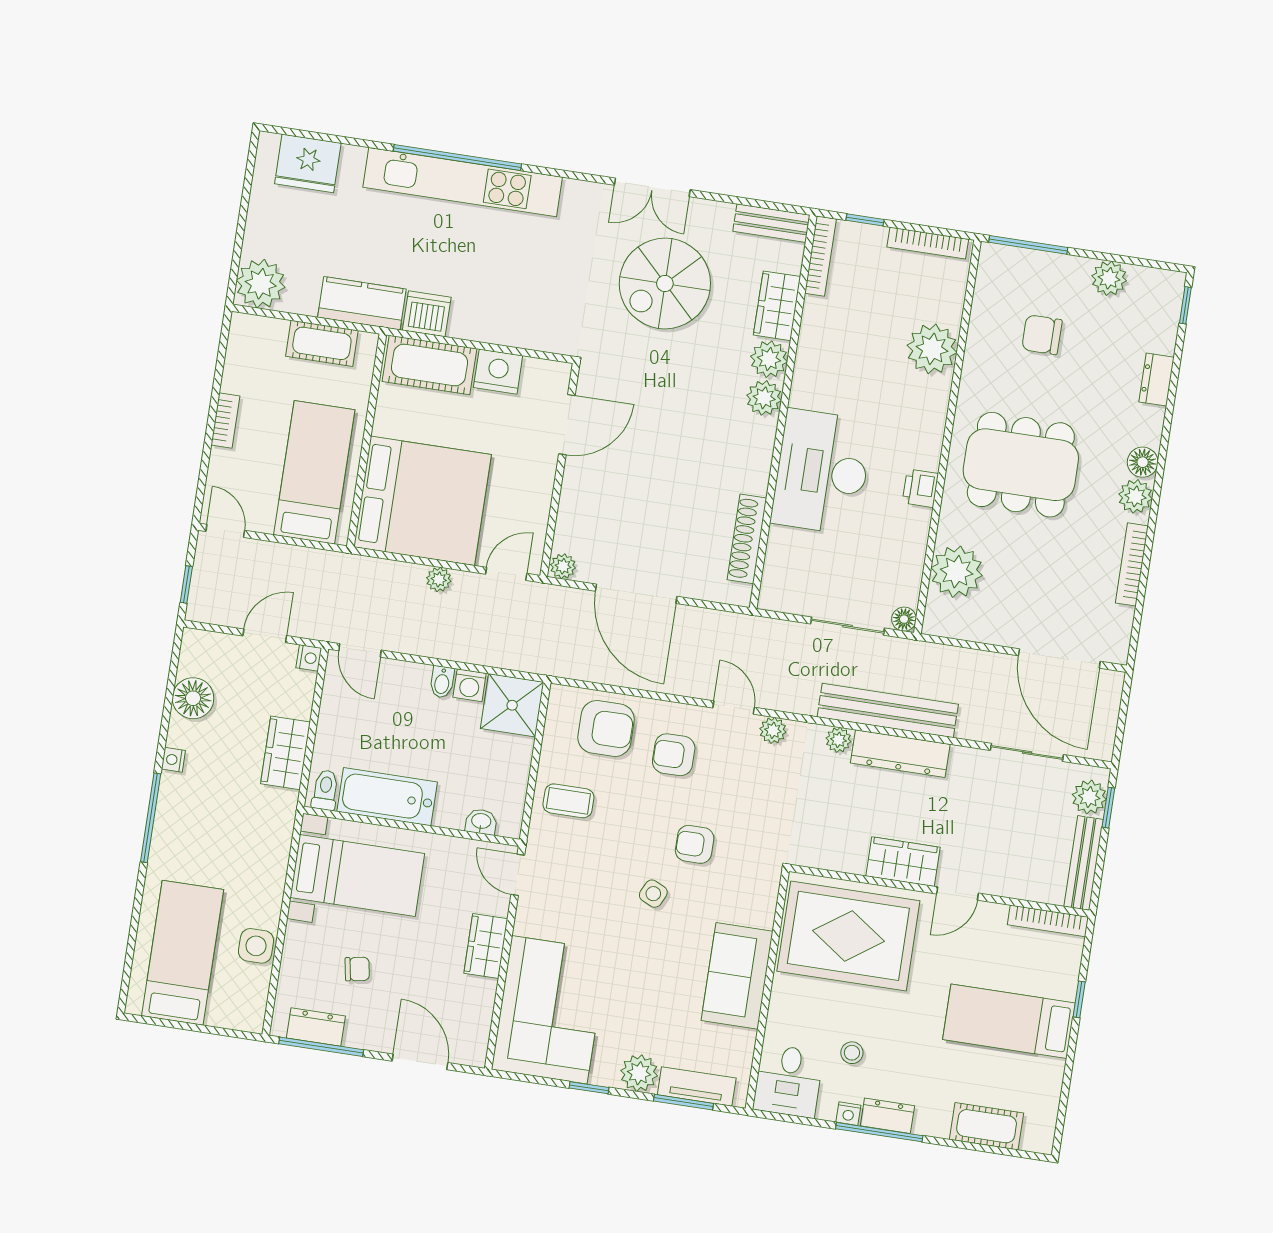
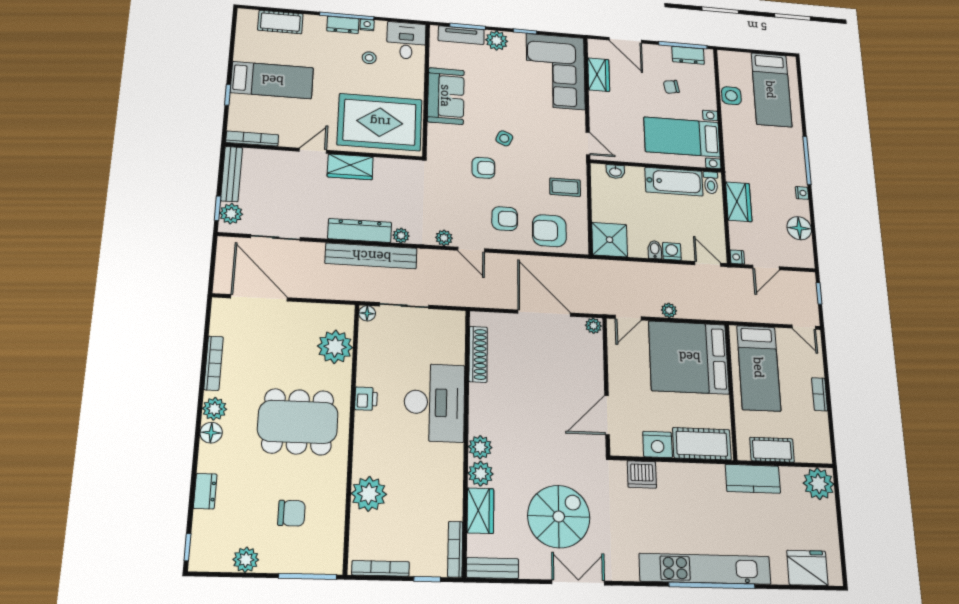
dishwasher: (427, 314) -> (642, 474), moved
washing machine: (470, 685) -> (672, 251), moved
wardrobe: (486, 946) -> (599, 75), moved

